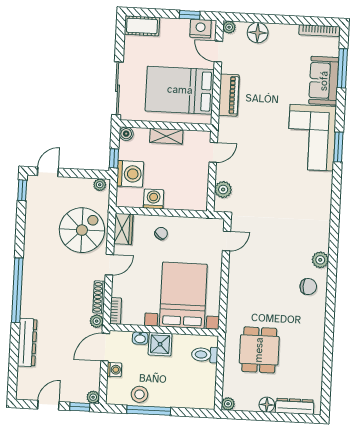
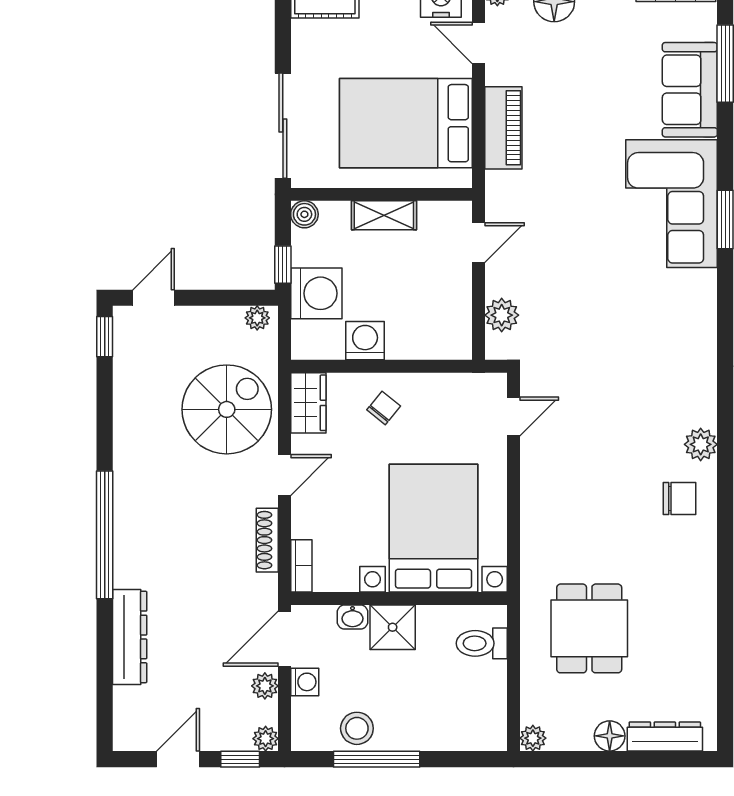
plant: (97, 321) -> (265, 686), moved

